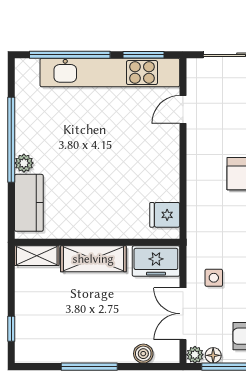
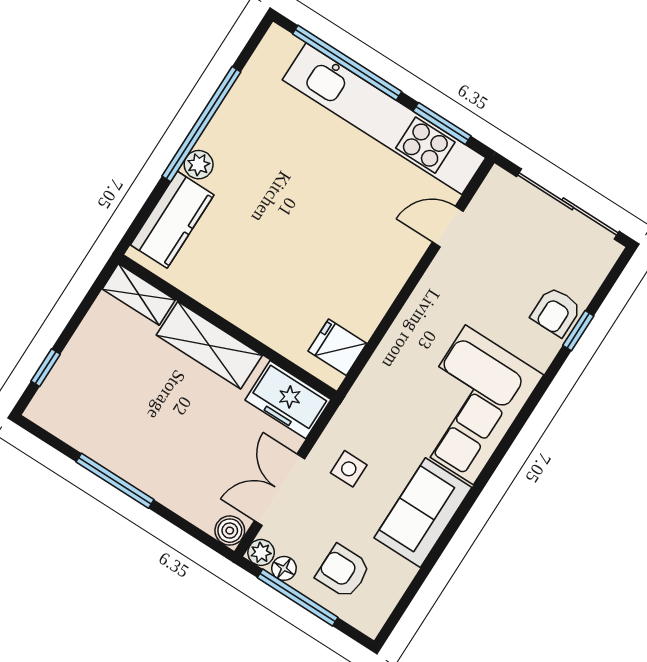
boiler: (143, 354) -> (230, 531), moved

